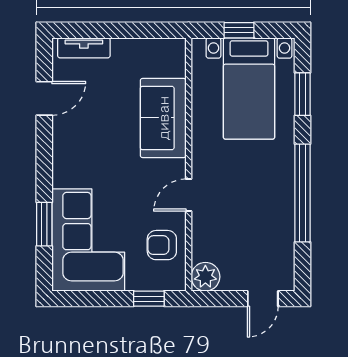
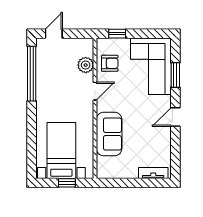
window: (302, 94) -> (32, 147), removed
door: (44, 98) -> (175, 117), moved
window: (302, 193) -> (32, 74), moved
plant: (205, 277) -> (86, 65), moved

